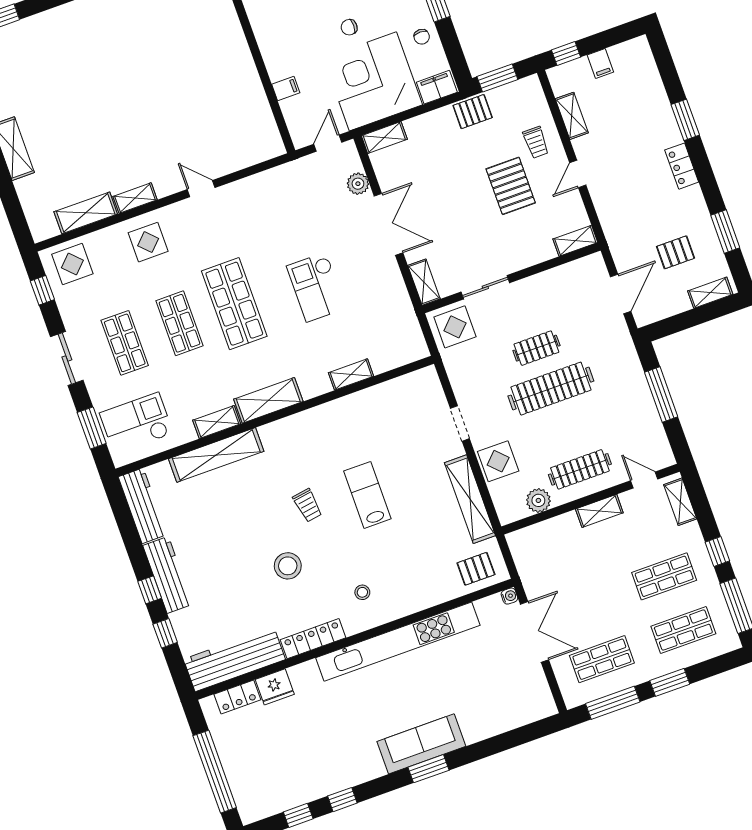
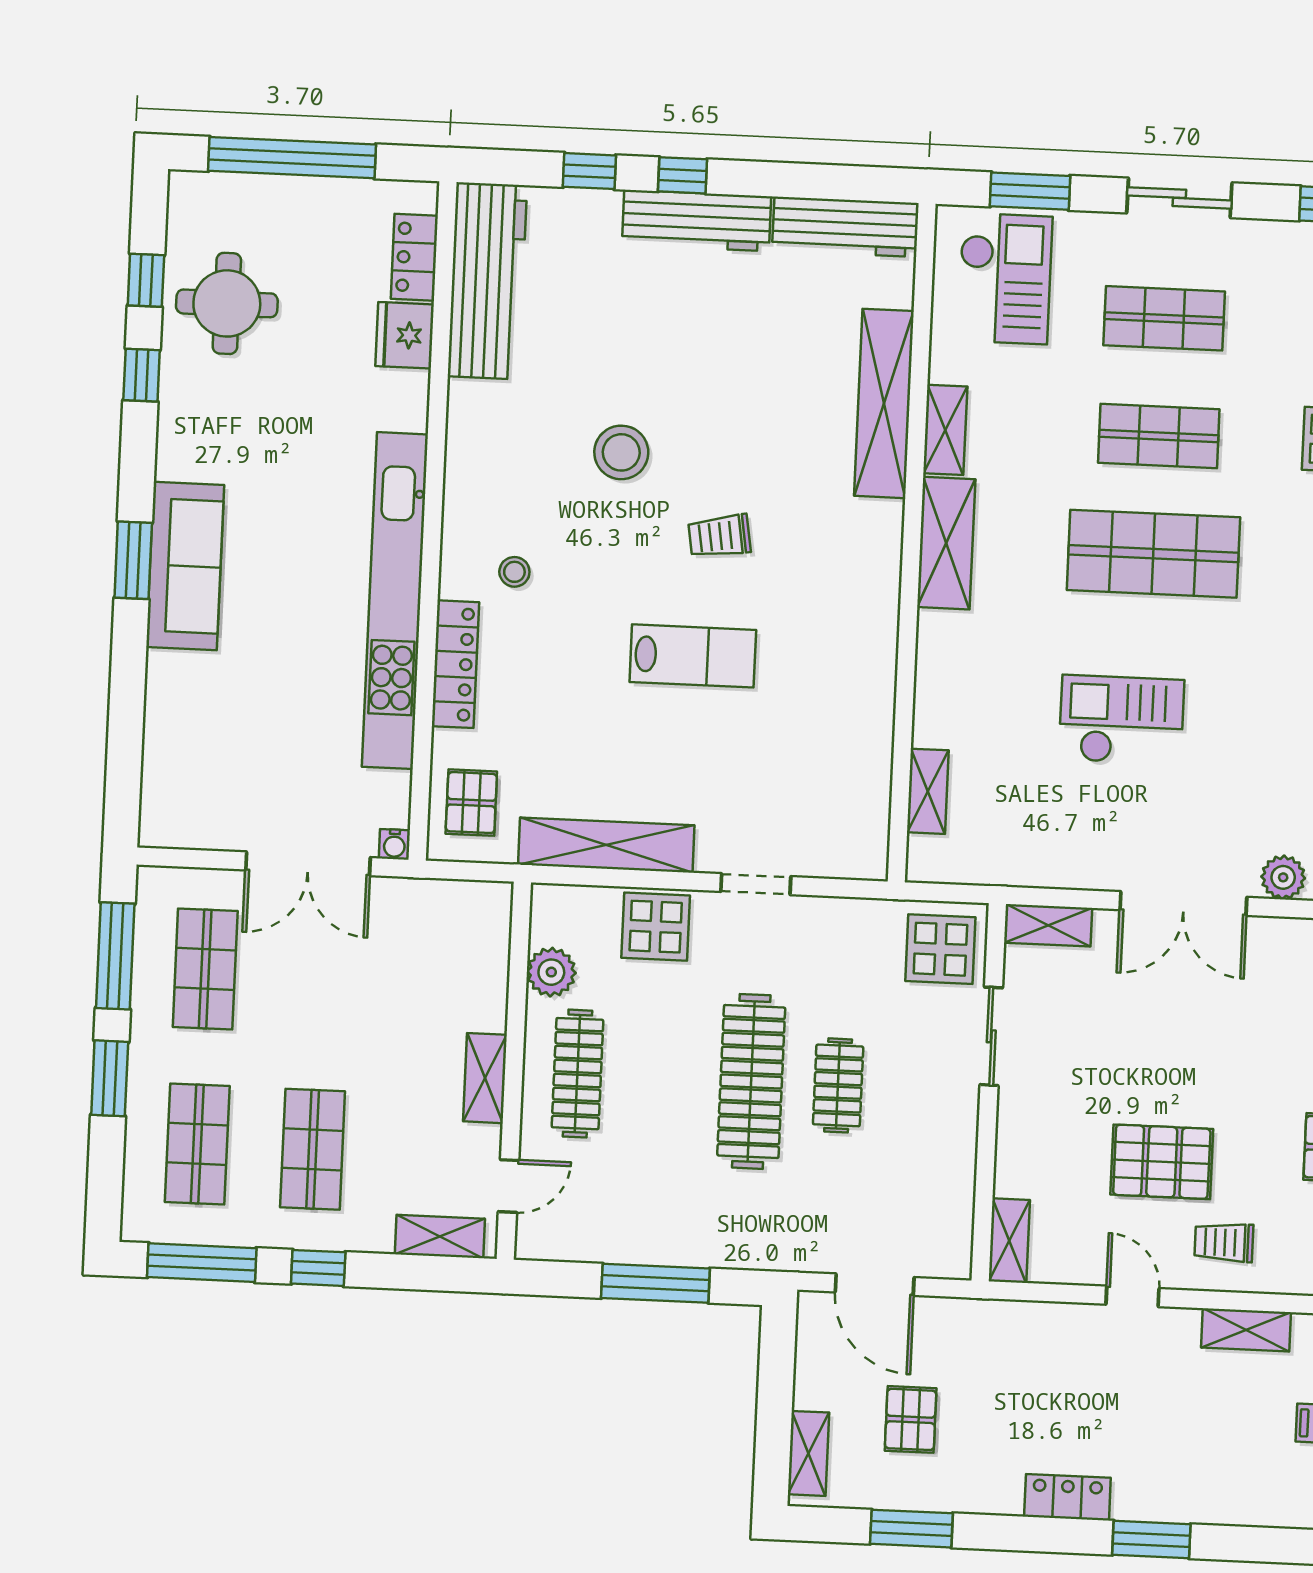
shelving: (351, 374) -> (928, 791), moved
locker: (313, 639) -> (455, 664), moved
round table: (294, 774) -> (227, 303), added

